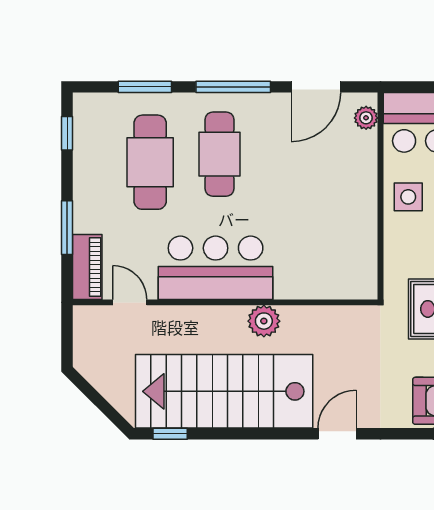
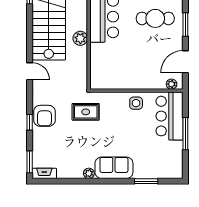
window: (233, 87) -> (185, 25), width x0.69
door: (316, 87) -> (185, 62), hinge flipped

